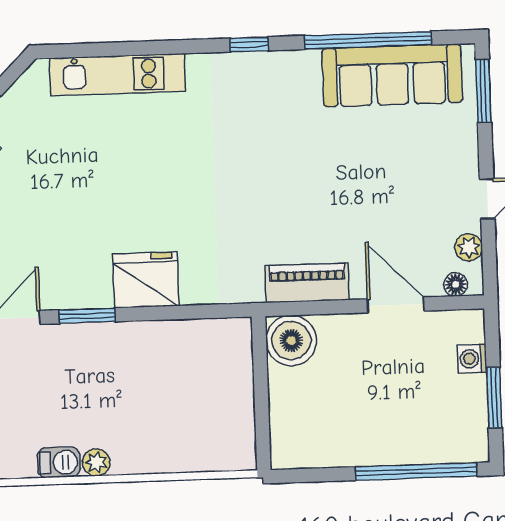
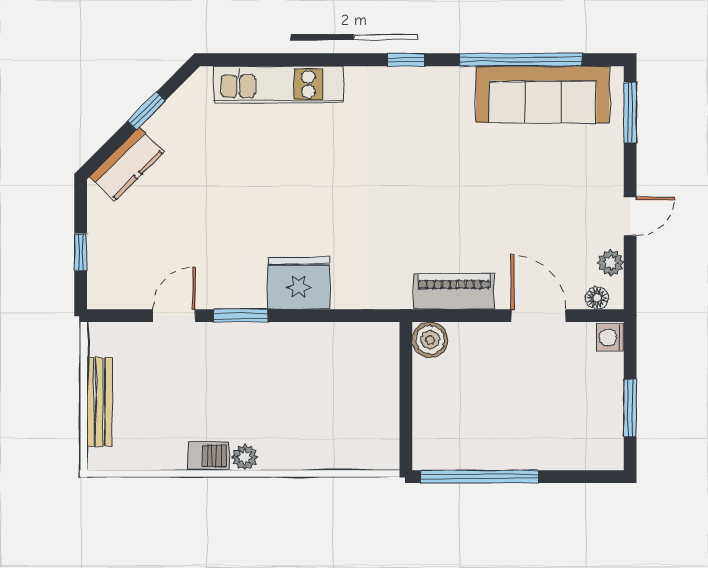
boiler: (291, 340) -> (430, 340), width x0.73, depth x0.73
washing machine: (472, 359) -> (610, 337), moved
window: (416, 472) -> (479, 477), moved

